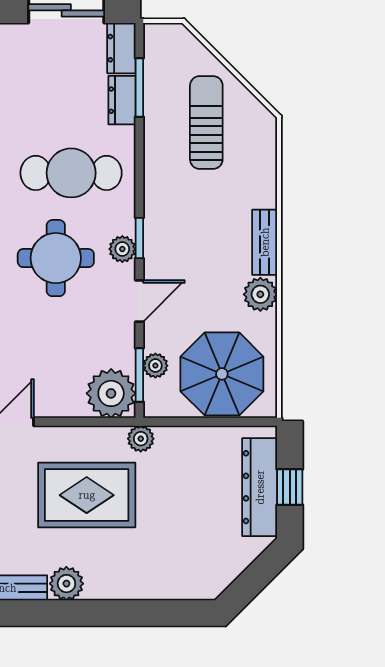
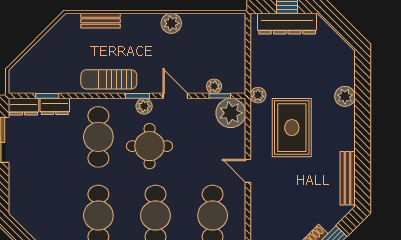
window: (139, 88) -> (47, 96), width x0.67
sun lounger: (206, 123) -> (109, 79), moved
bench: (265, 242) -> (101, 21), moved
parasol: (222, 374) -> (219, 46), removed
window: (139, 375) -> (220, 96), width x0.67
plant: (66, 584) -> (345, 96), moved

